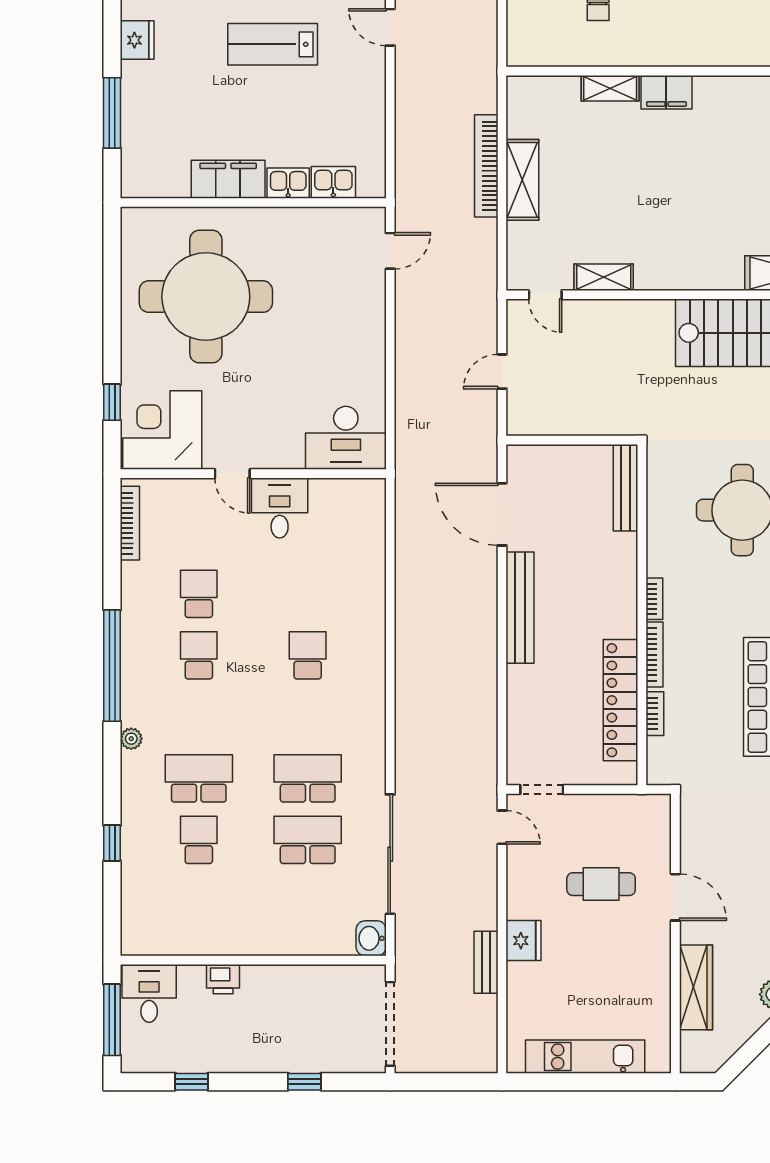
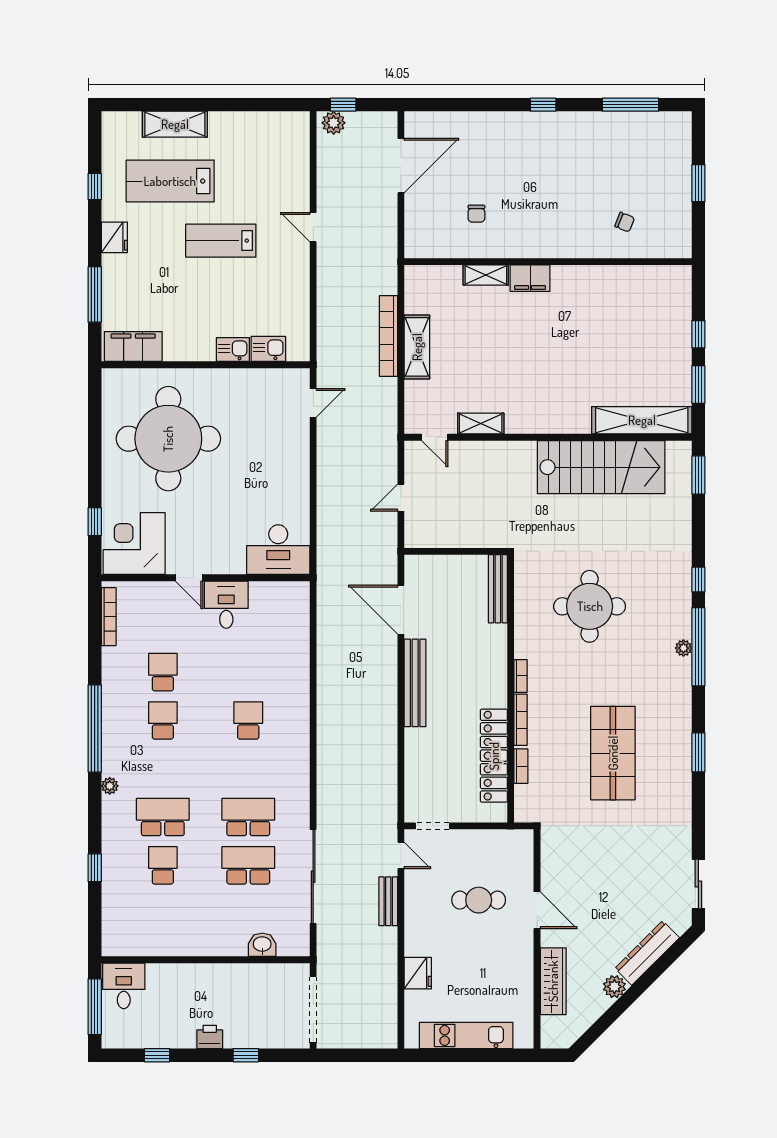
filing cabinet: (228, 179) -> (133, 347), moved
washbasin: (371, 938) -> (262, 945), moved, turned 90
fridge: (524, 941) -> (418, 973), moved
bench: (486, 962) -> (388, 901), moved
printer: (223, 979) -> (210, 1037), moved, turned 180

